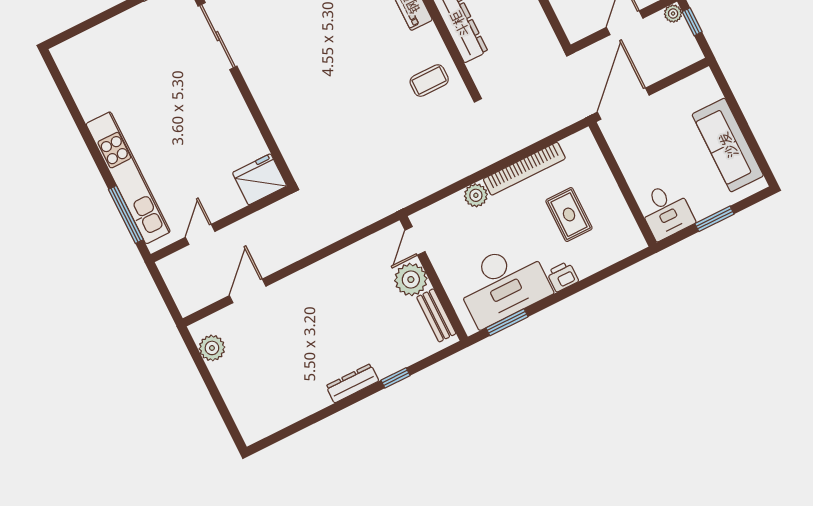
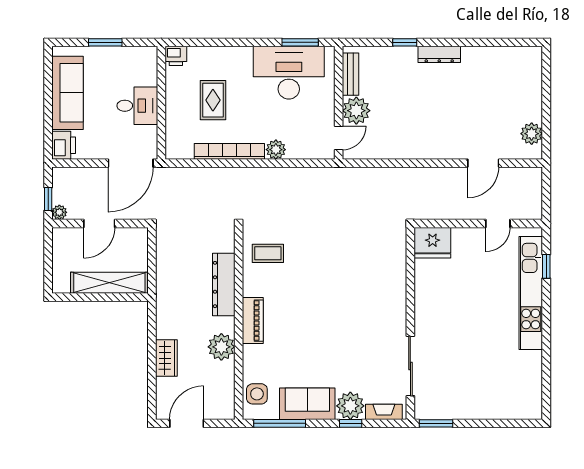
printer: (704, 87) -> (64, 145), added
desk: (666, 211) -> (137, 106), moved, turned 90
window: (126, 214) -> (546, 266), width x0.46
printer: (563, 277) -> (176, 56), moved

